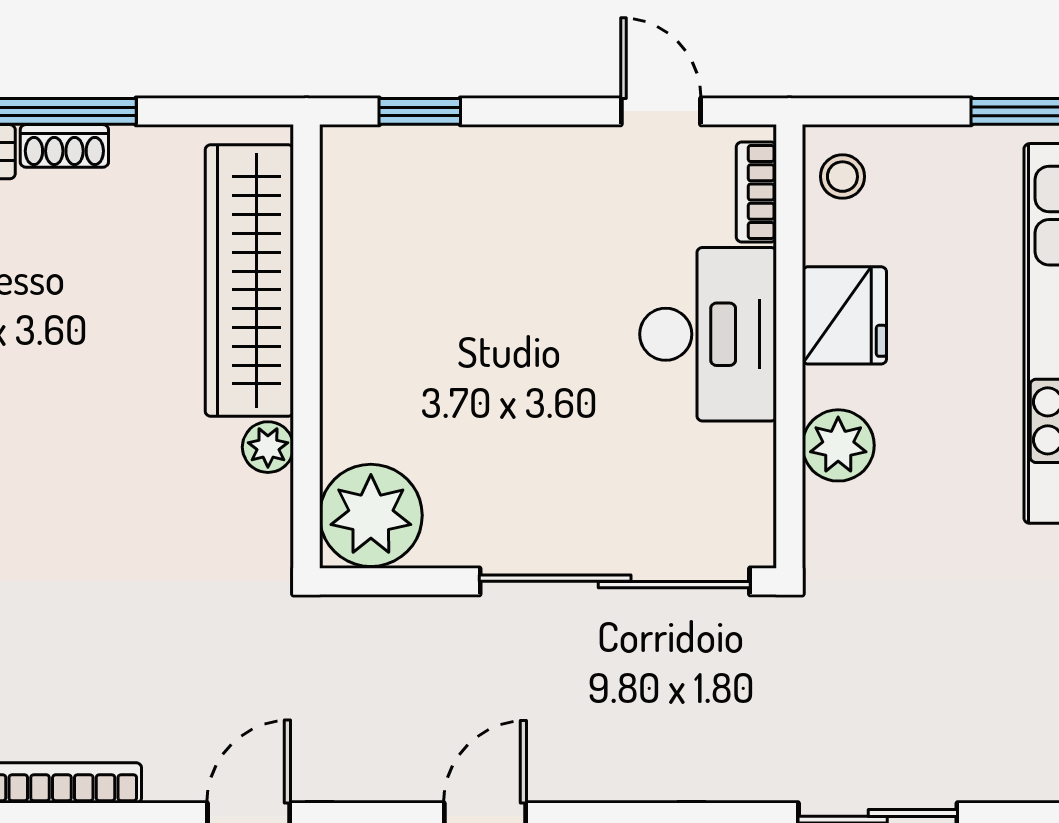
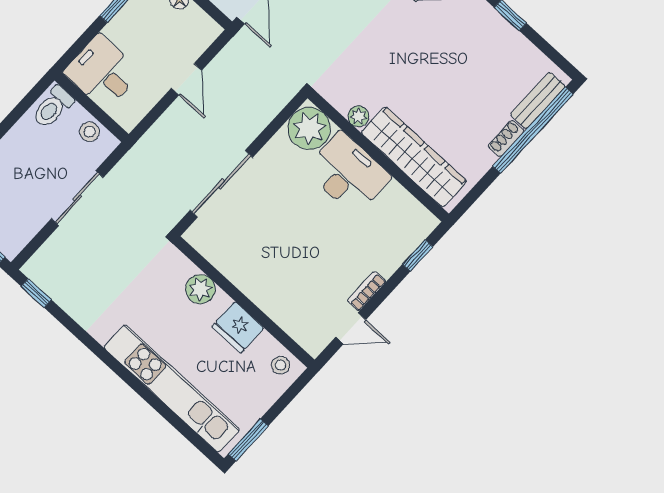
bookcase: (756, 192) -> (367, 291), moved, turned -90
desk: (708, 334) -> (348, 173), moved, turned 180
sliding door: (615, 581) -> (221, 184), width x0.73

